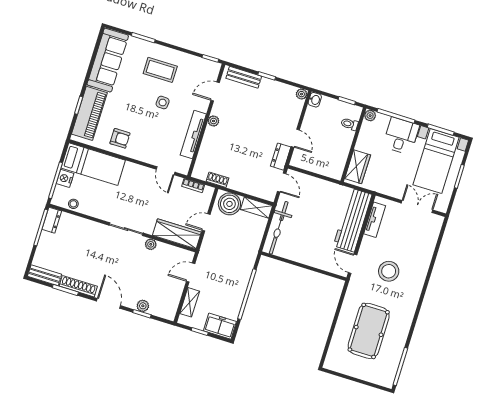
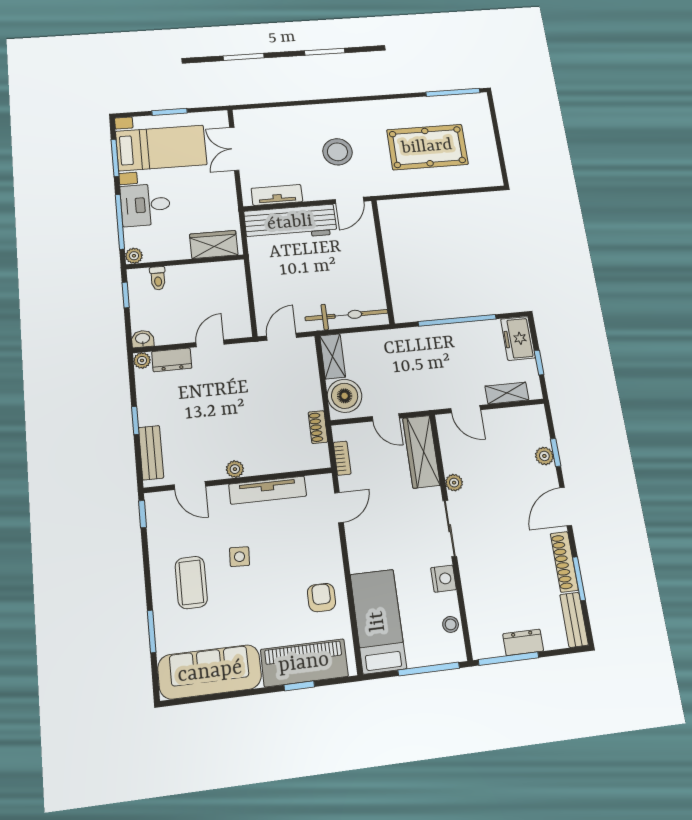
dresser: (281, 157) -> (172, 360), moved
nightstand: (65, 178) -> (443, 579), moved, turned -90
dresser: (52, 220) -> (523, 642), moved

